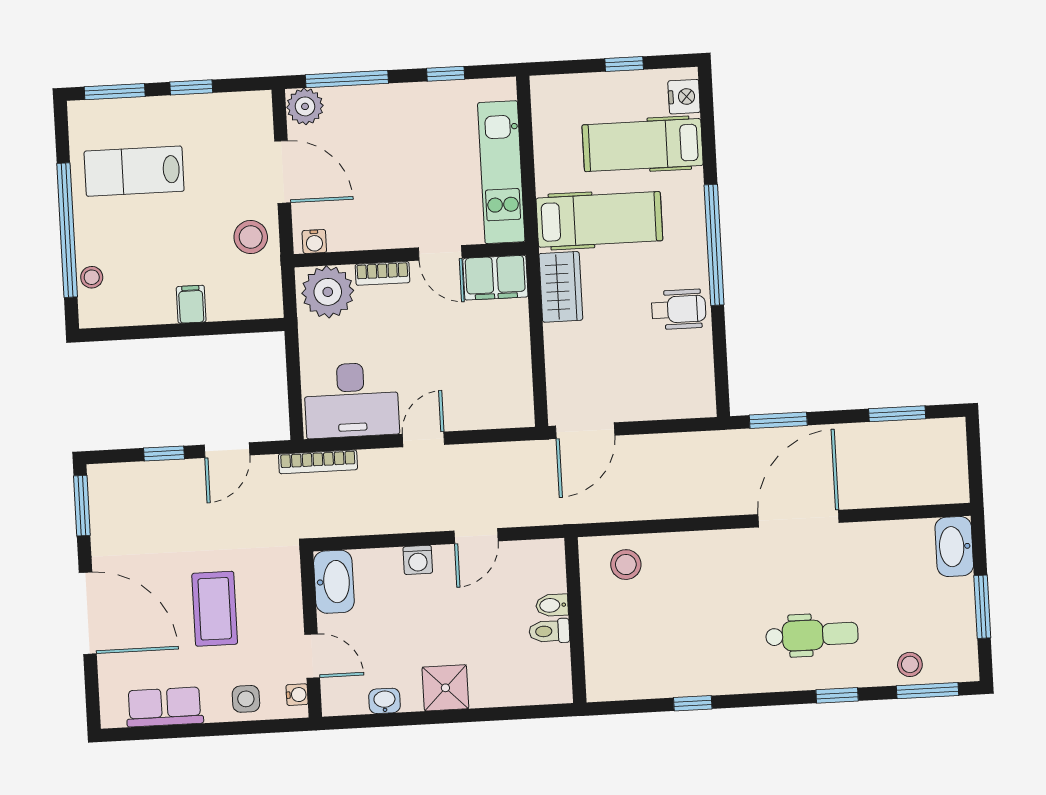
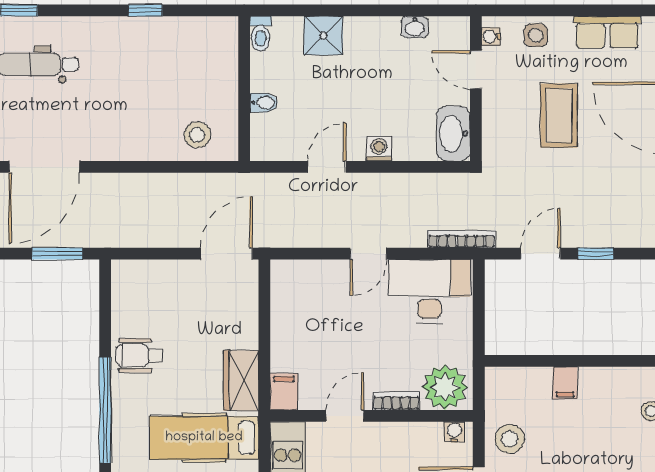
door: (440, 253) -> (345, 416), hinge flipped
filing cabinet: (495, 278) -> (284, 392), width x0.50
toilet: (549, 631) -> (261, 34), moved, turned 90
shower: (445, 688) -> (323, 36), moved

